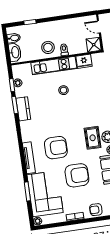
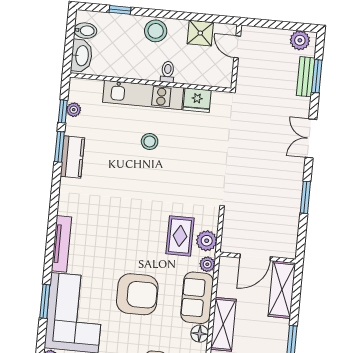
shower: (94, 45) -> (200, 33), moved
stool: (48, 47) -> (156, 31), moved
armchair: (56, 148) -> (112, 238), removed

